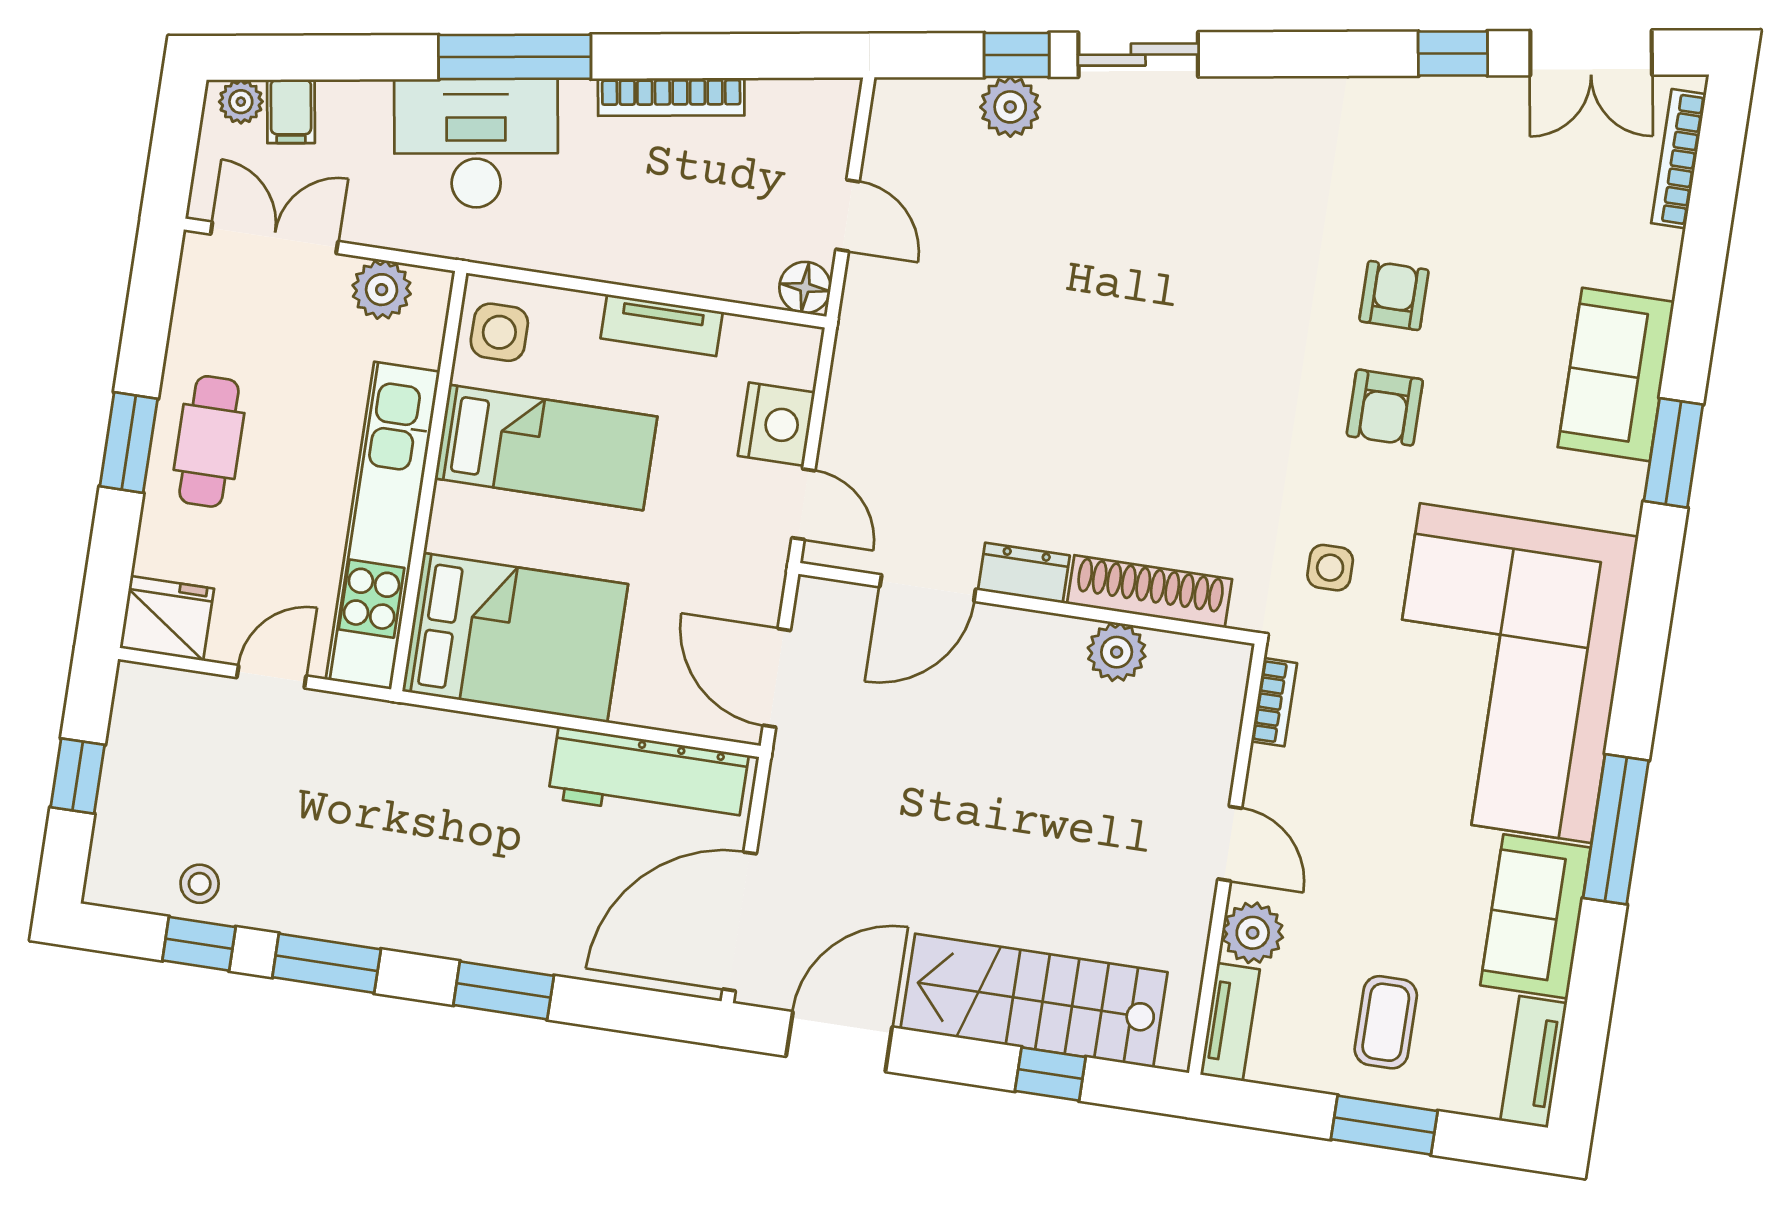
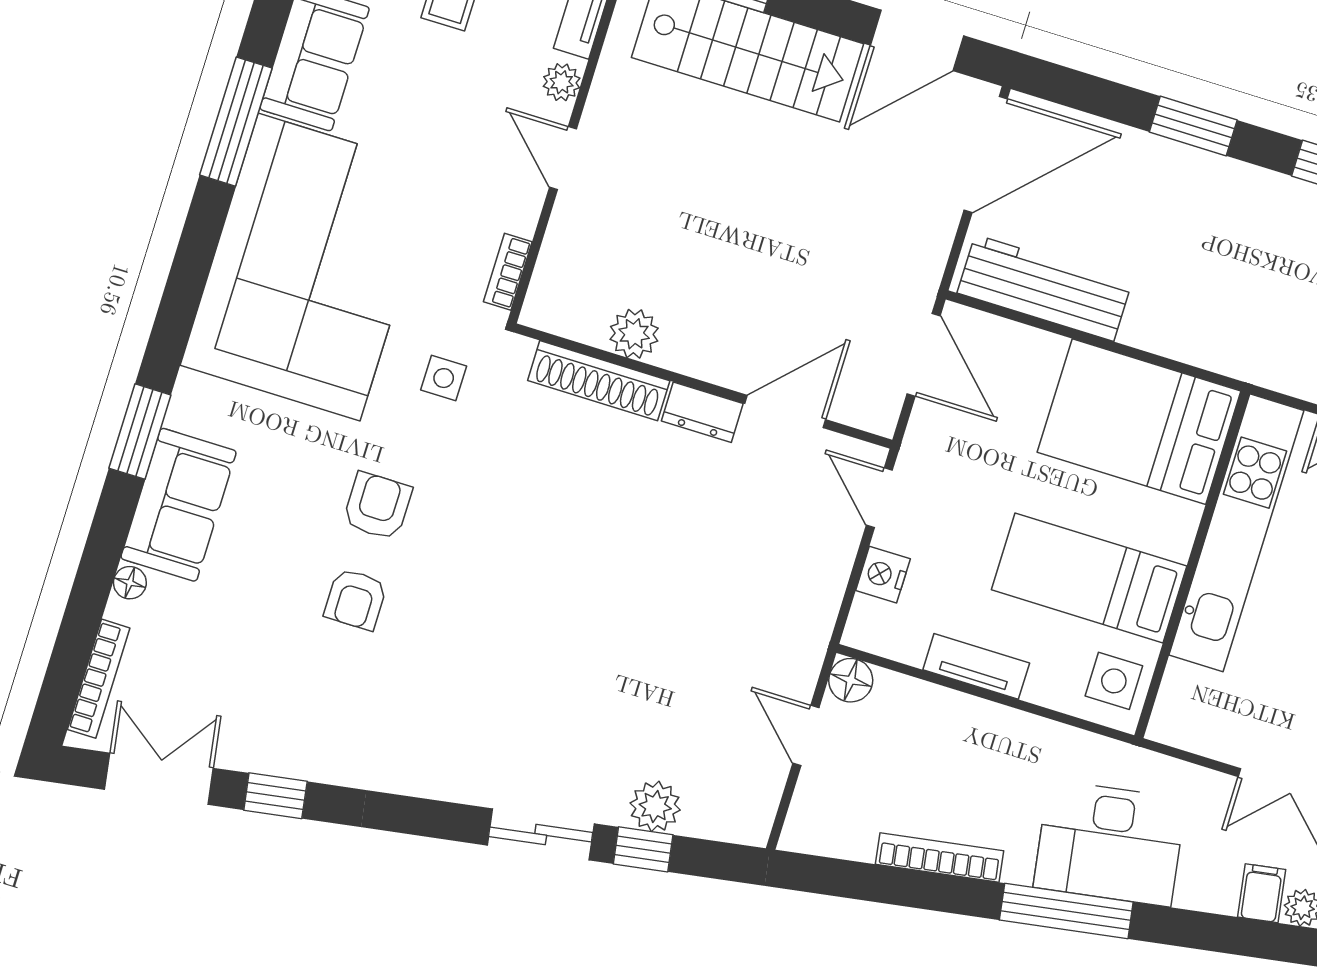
floor lamp: (1659, 276) -> (130, 583), added
plant: (382, 290) -> (1208, 732), removed
nightstand: (776, 424) -> (883, 575), width x0.74, depth x0.75
plant: (1253, 933) -> (562, 82), width x0.73, depth x0.73

